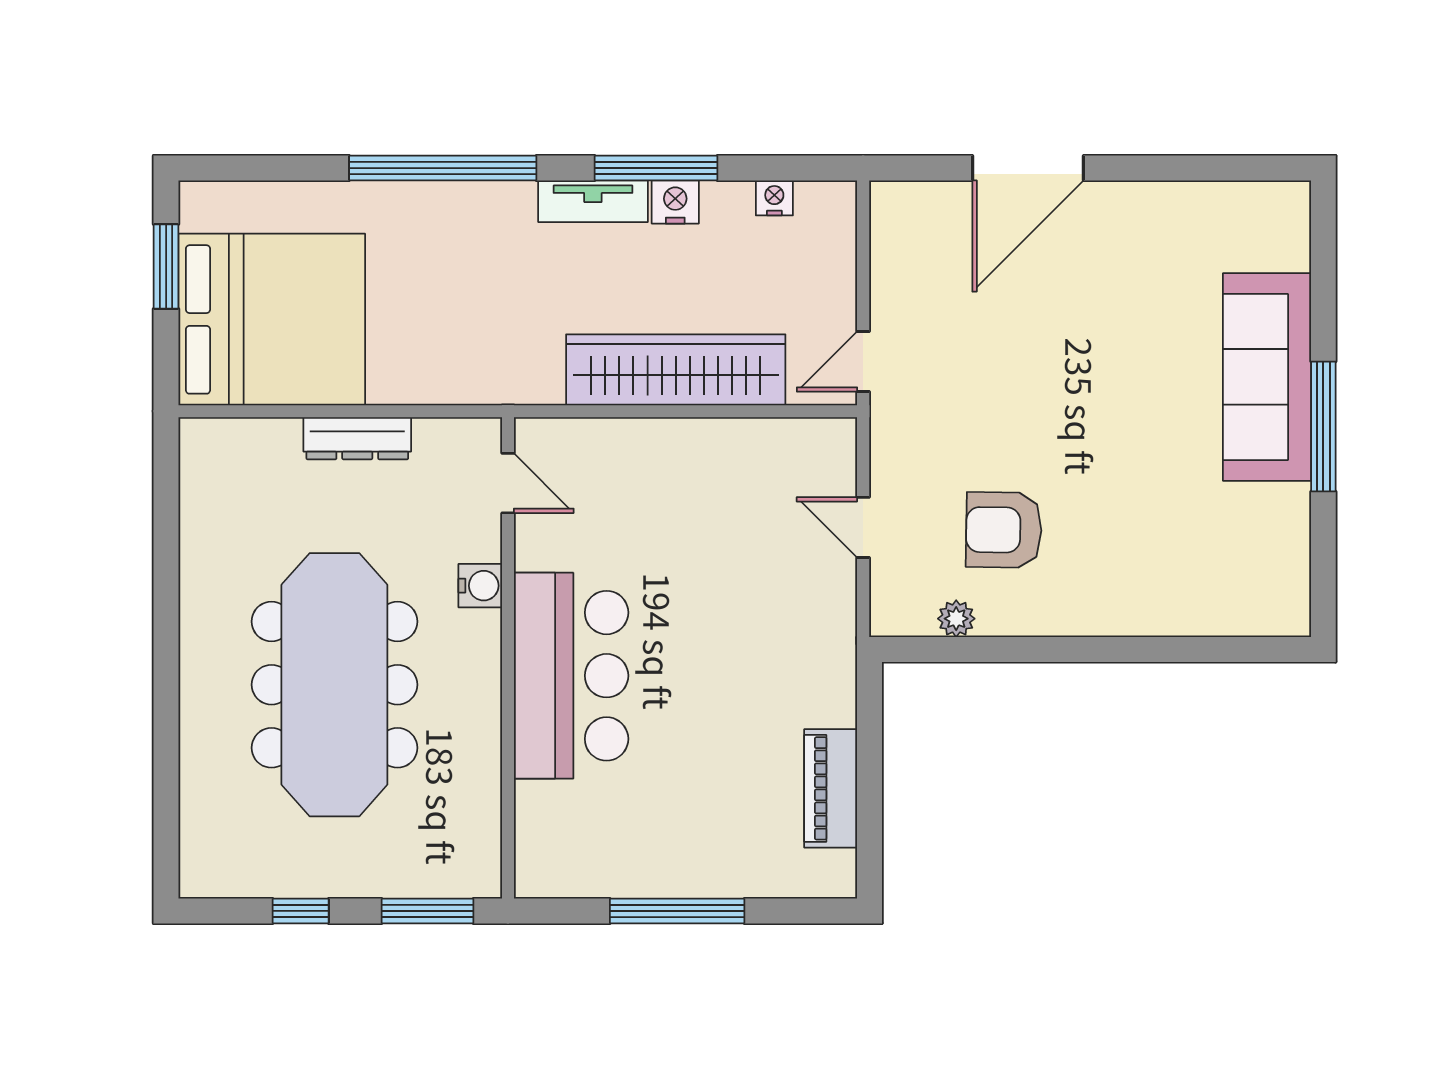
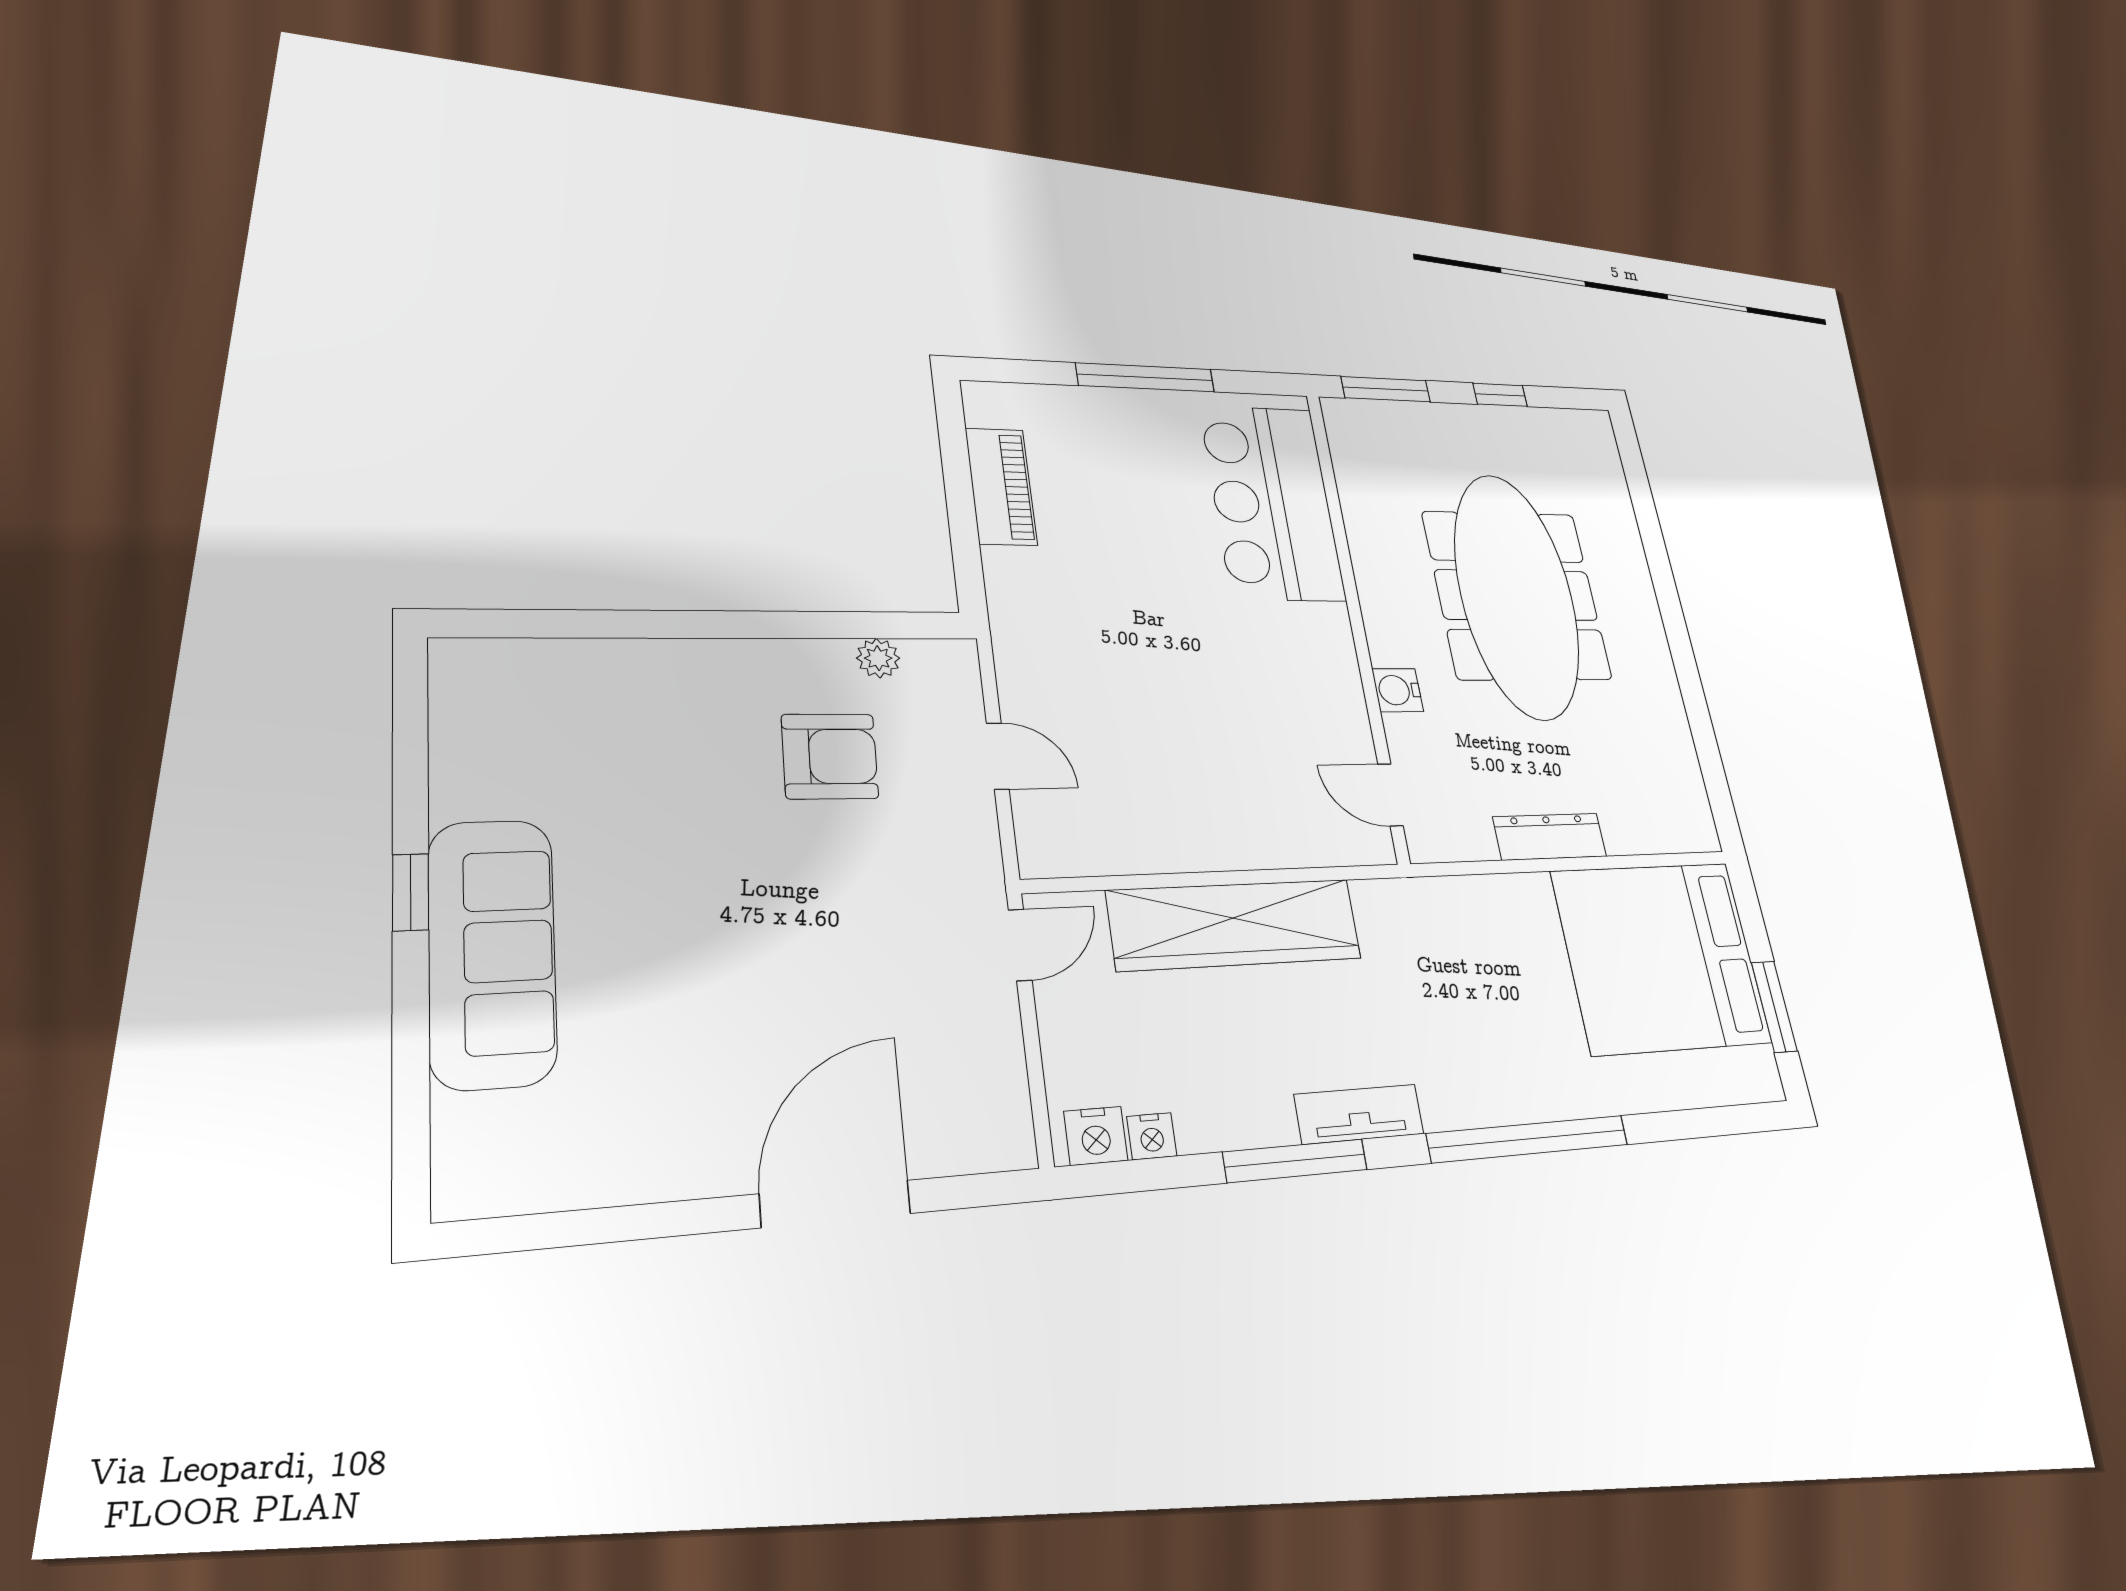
nightstand: (675, 202) -> (1096, 1136), moved
window: (1323, 426) -> (411, 892), width x0.46
bar counter: (571, 676) -> (1272, 502), moved

